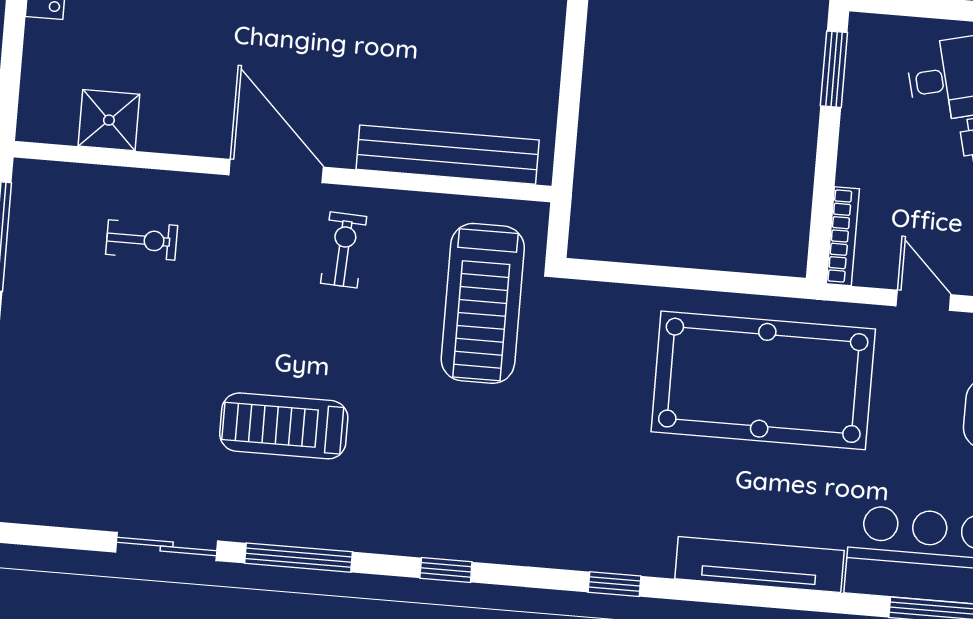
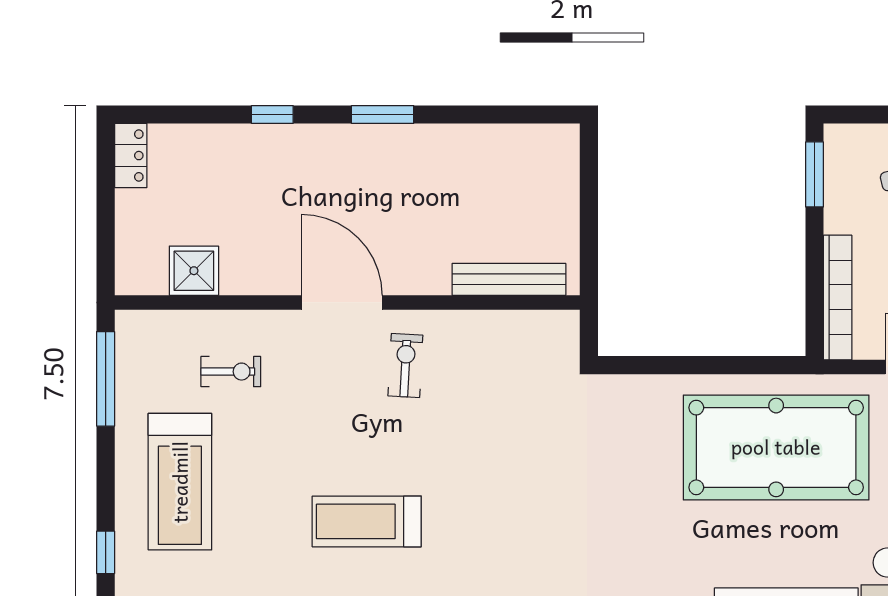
bench: (448, 155) -> (509, 279), width x0.73, depth x0.82
bookcase: (843, 236) -> (838, 297), width x1.48, depth x1.31
treadmill: (483, 303) -> (180, 482), moved

